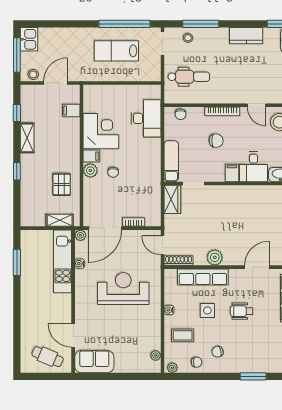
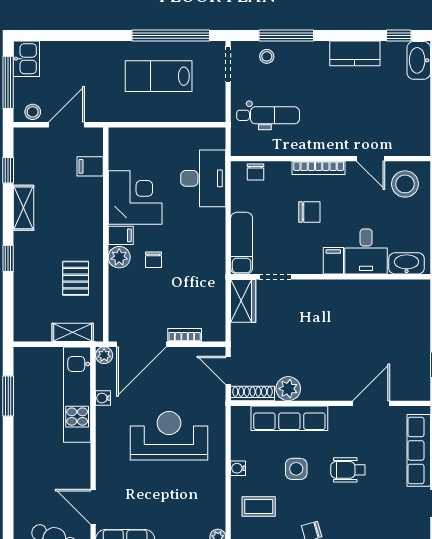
plant: (215, 257) -> (288, 389), moved

